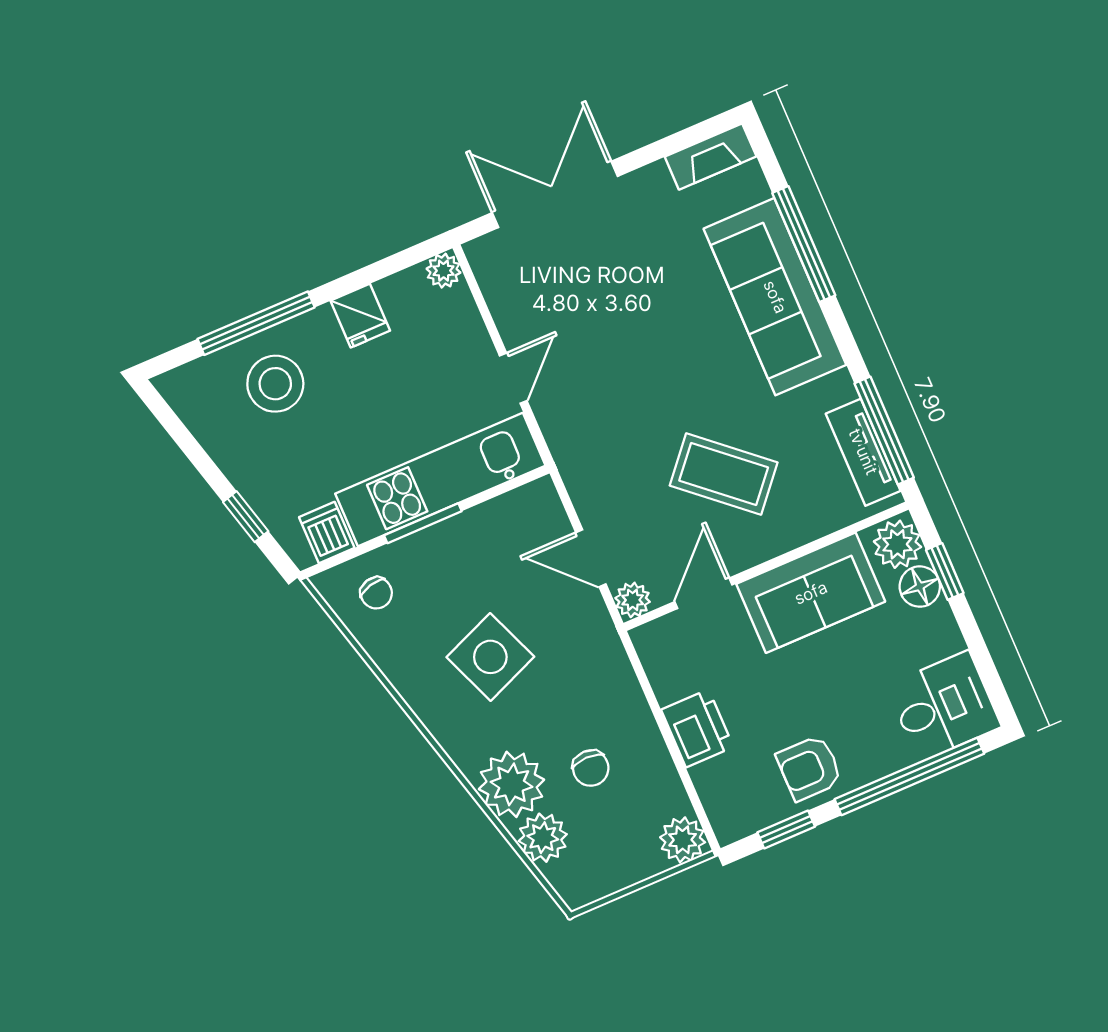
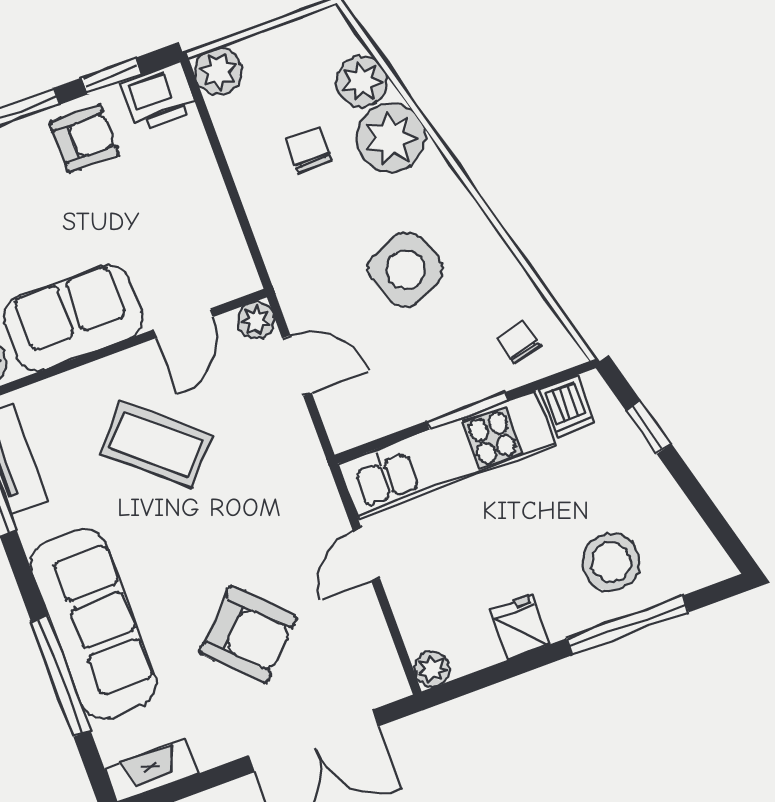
armchair: (624, 294) -> (248, 635), added
printer: (697, 728) -> (159, 97), moved, turned -90

